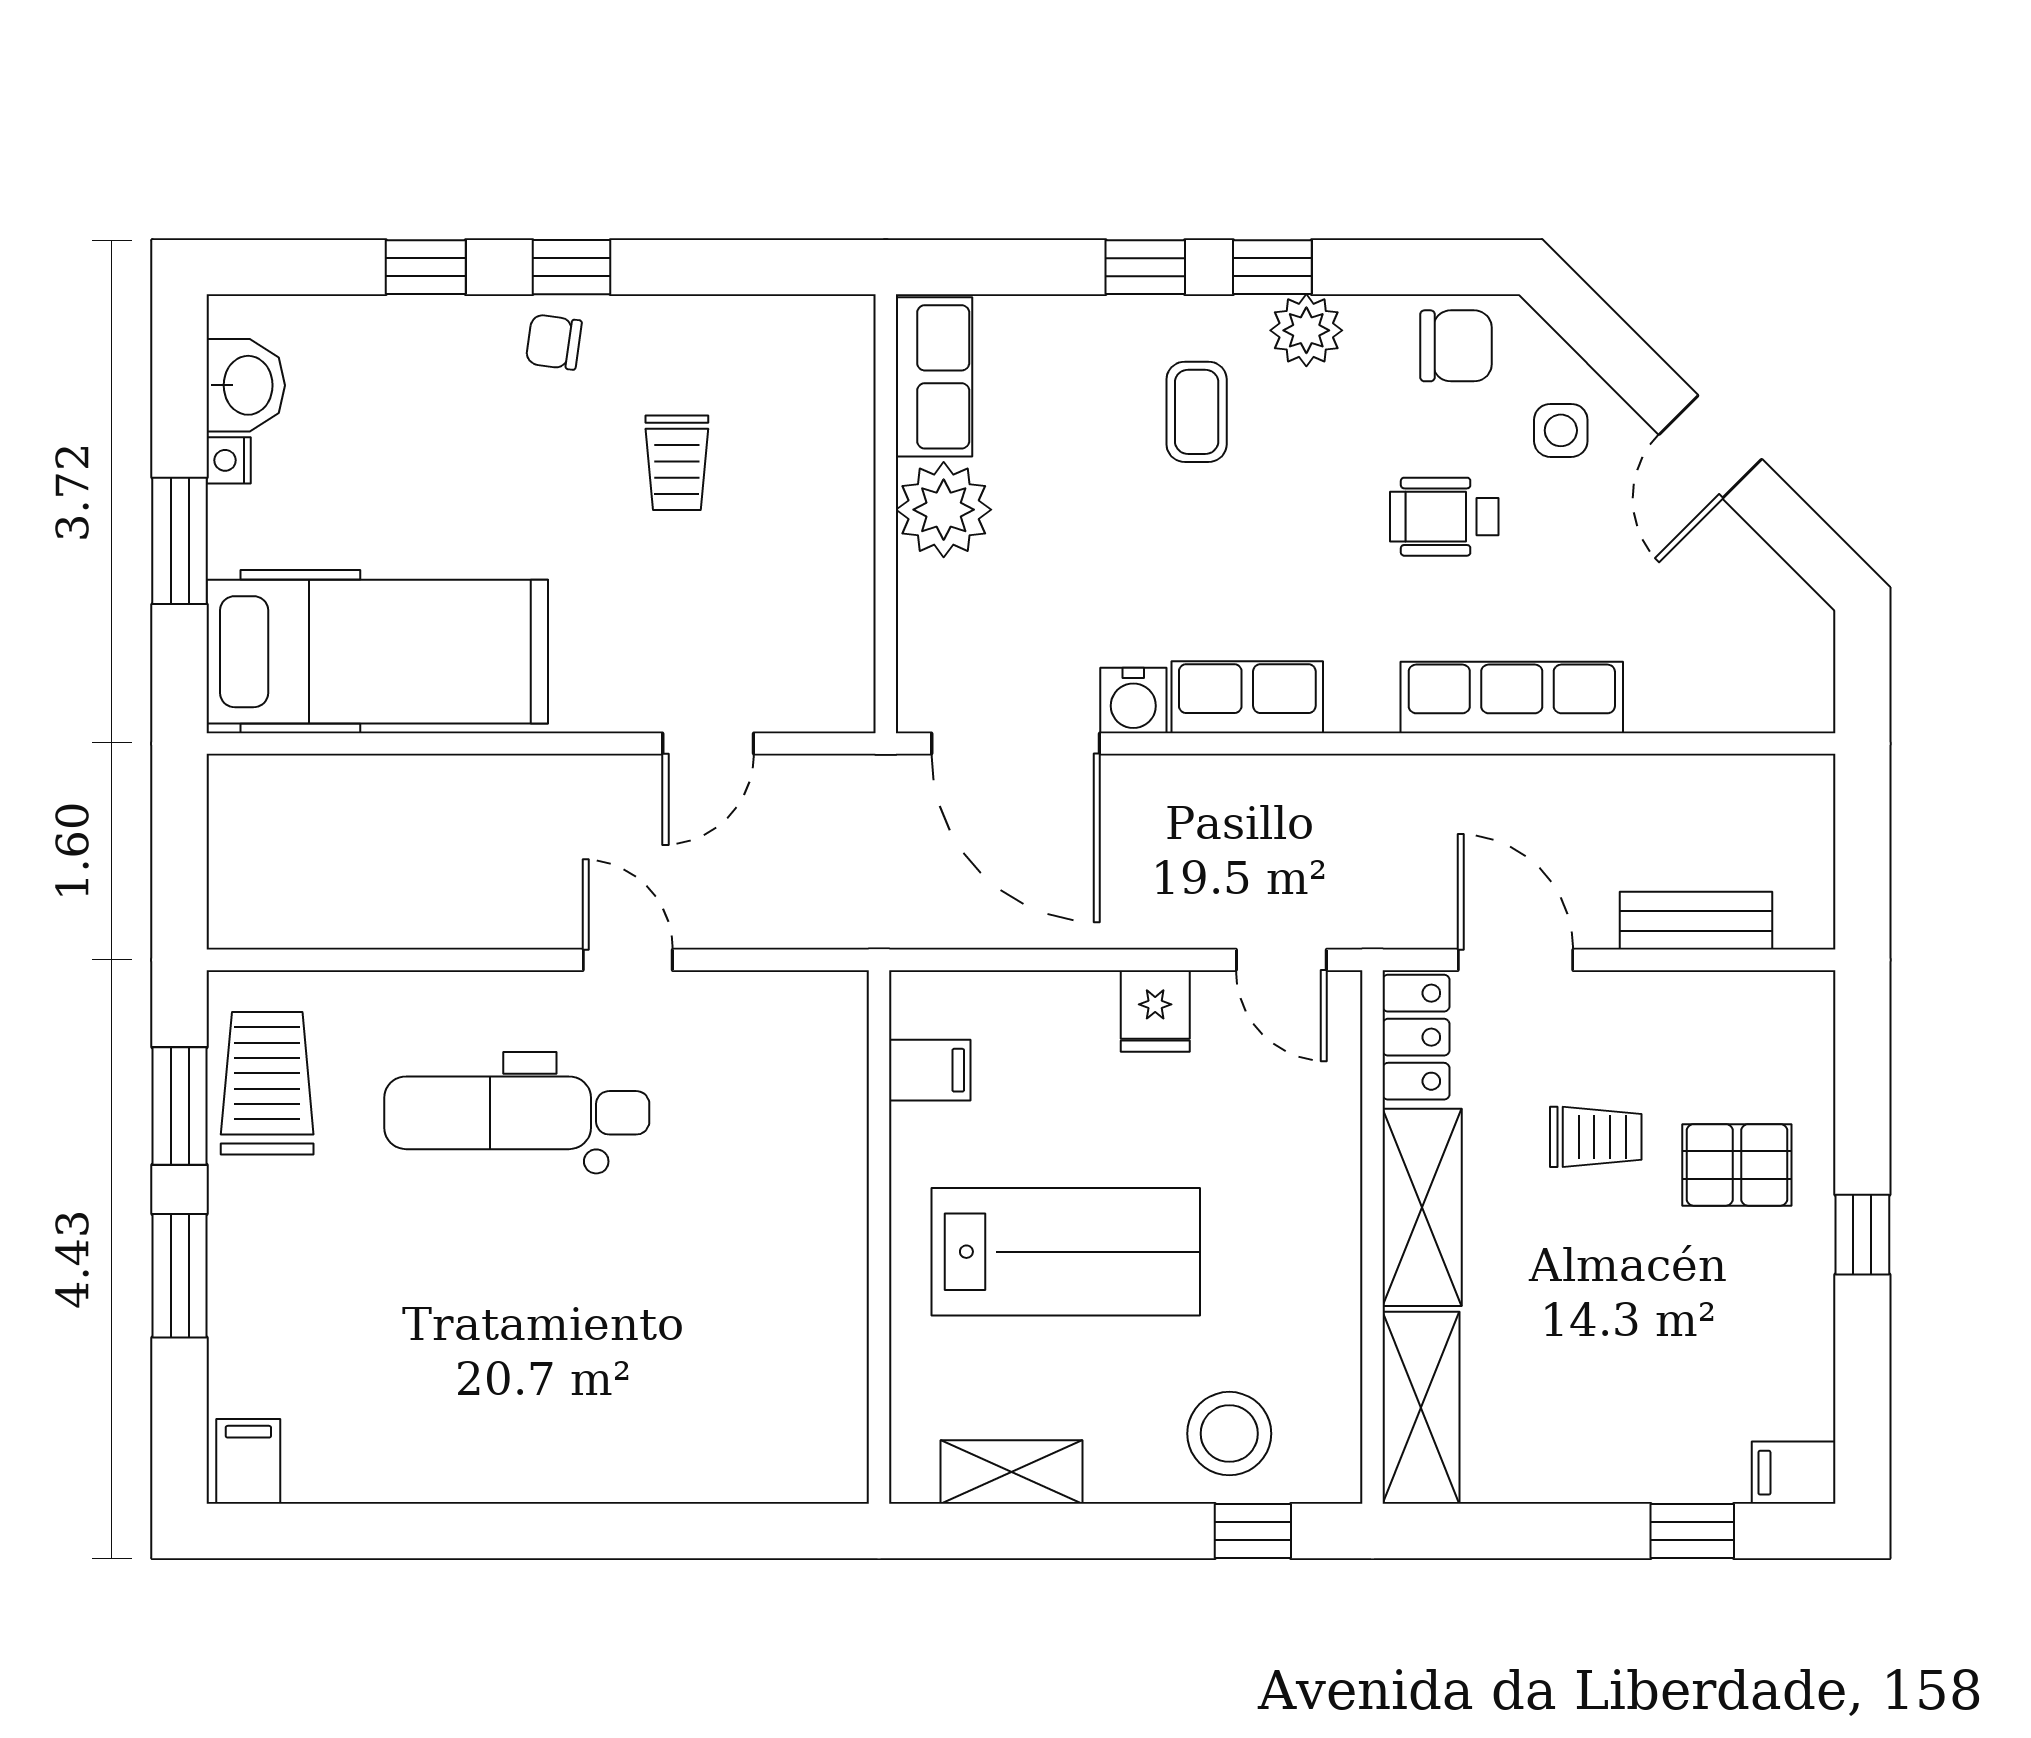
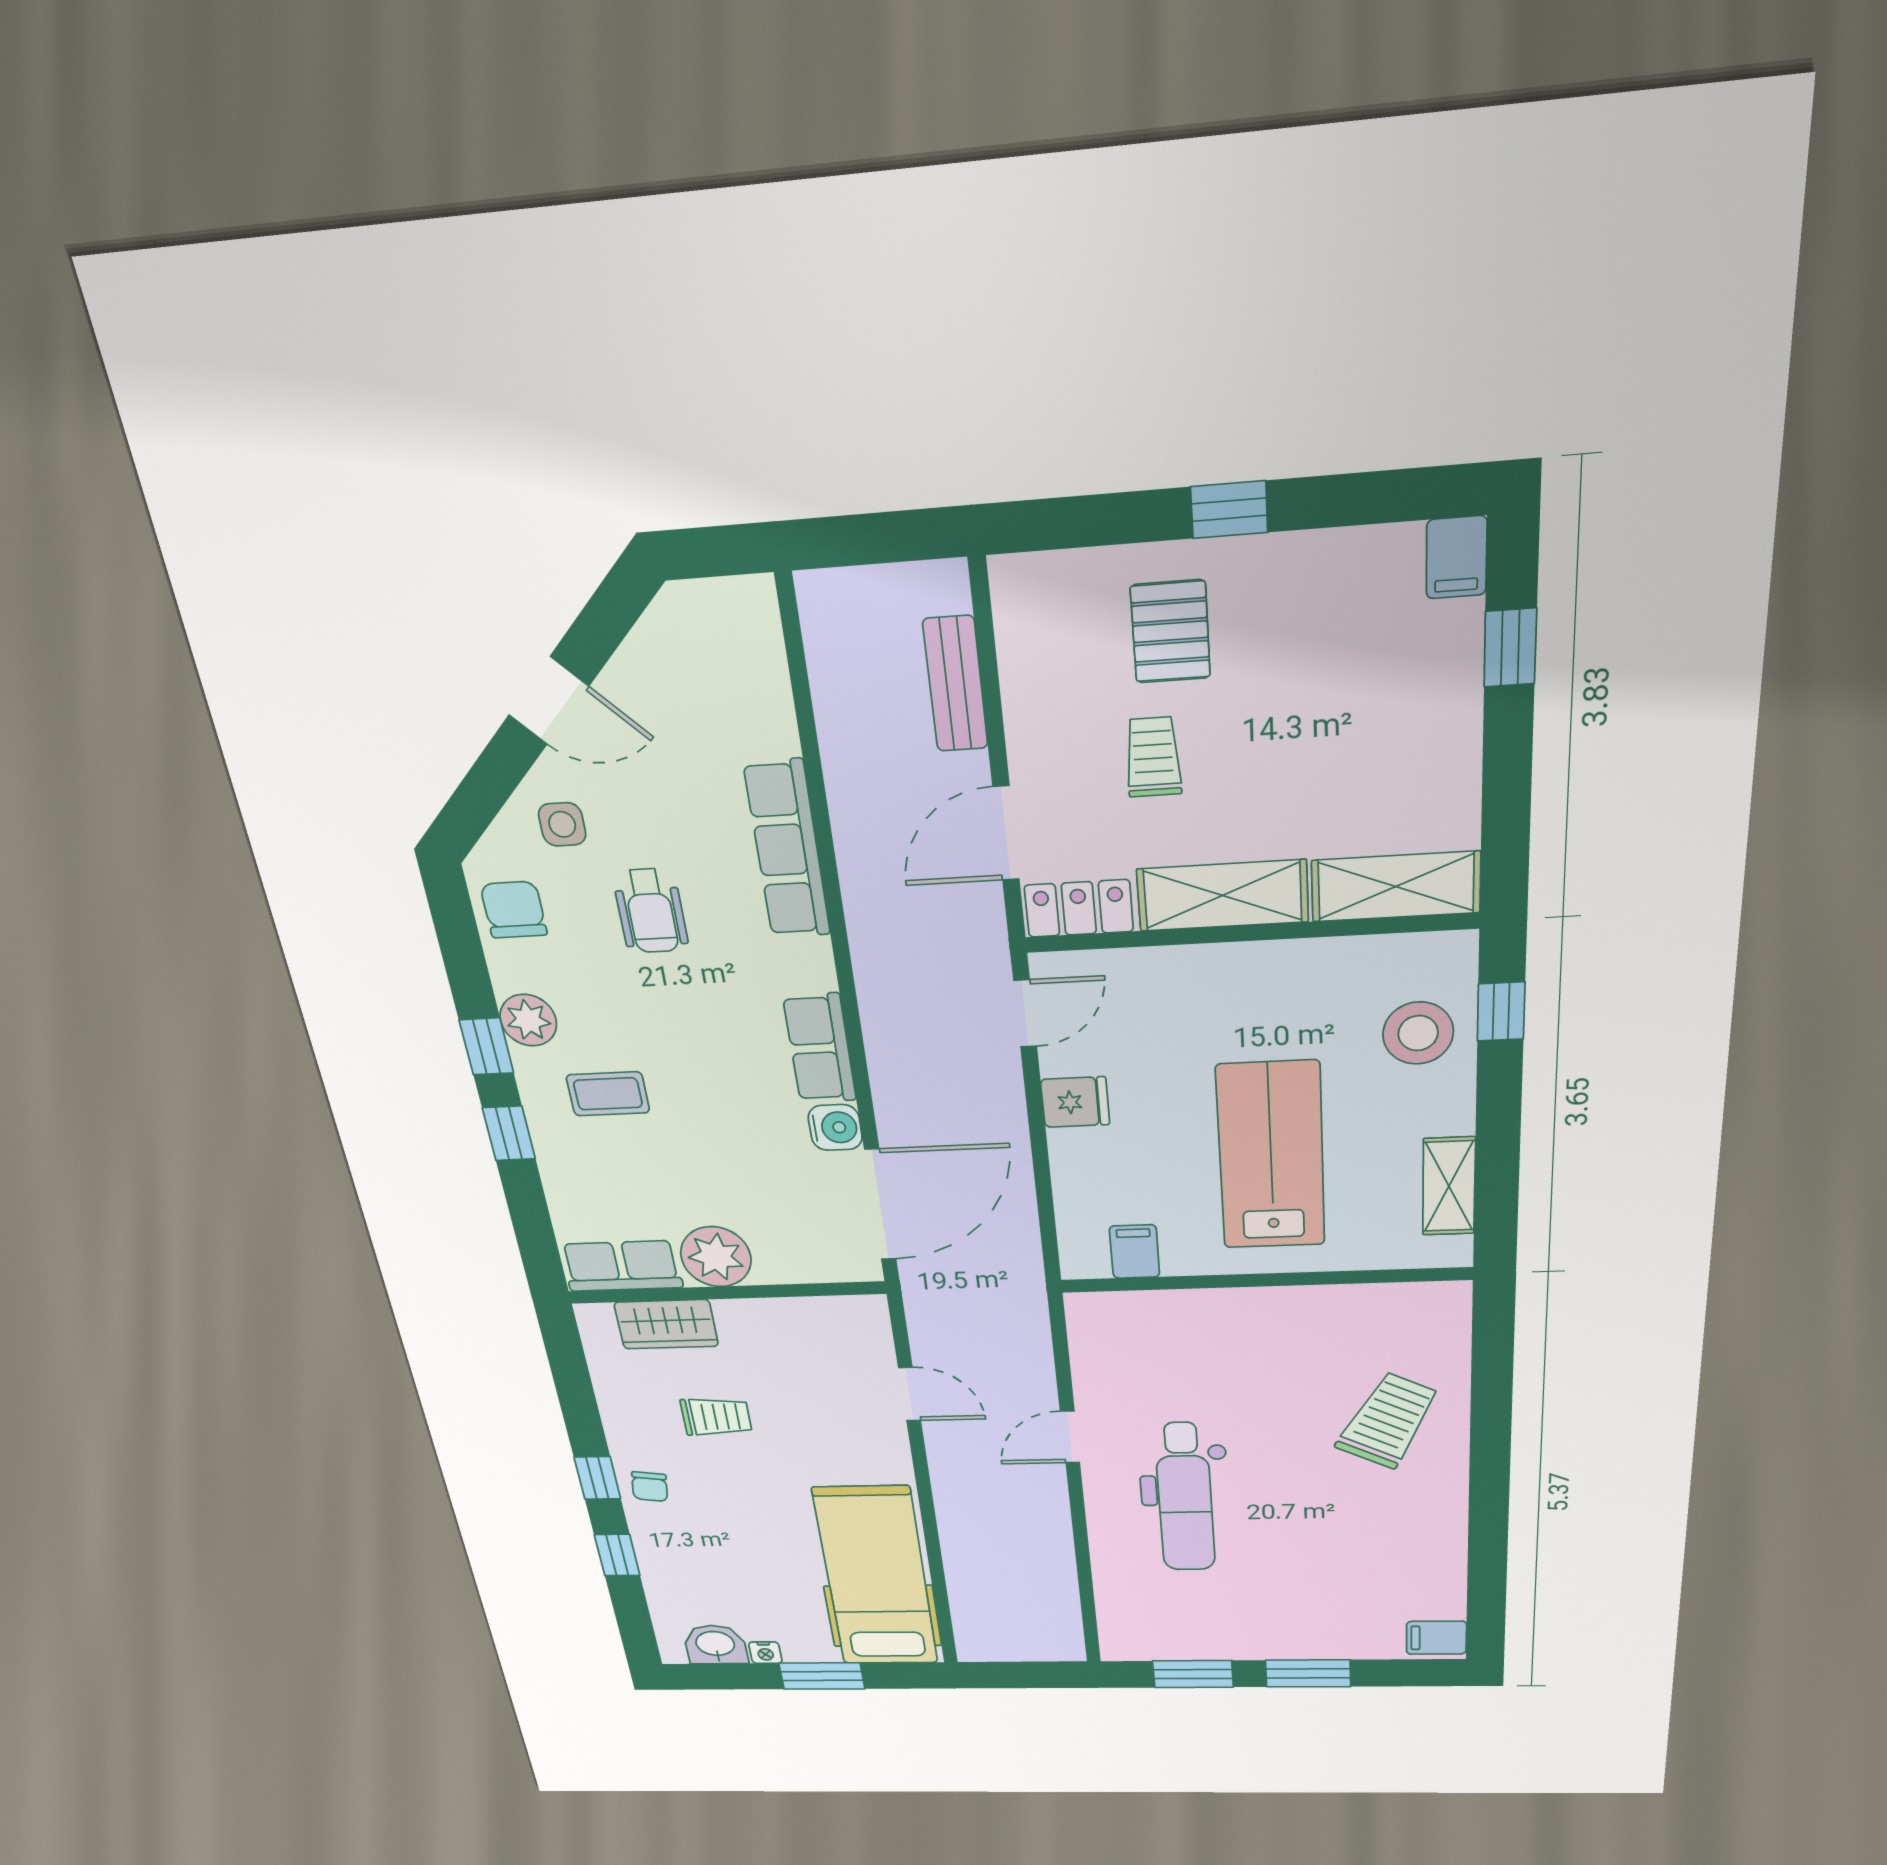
wardrobe: (837, 421) -> (666, 1324), added
trolley: (267, 1083) -> (1388, 1421), moved, turned 117

